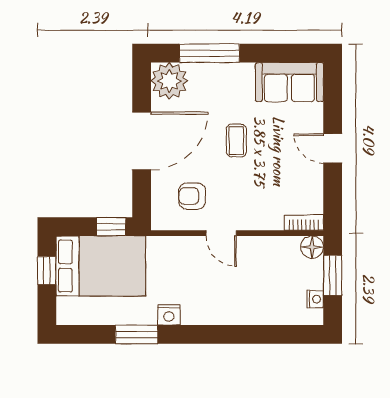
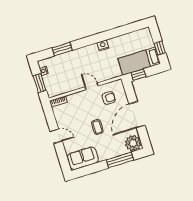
floor lamp: (312, 247) -> (52, 92), removed
bed: (101, 266) -> (139, 61), width x0.67
window: (137, 334) -> (62, 49), moved

